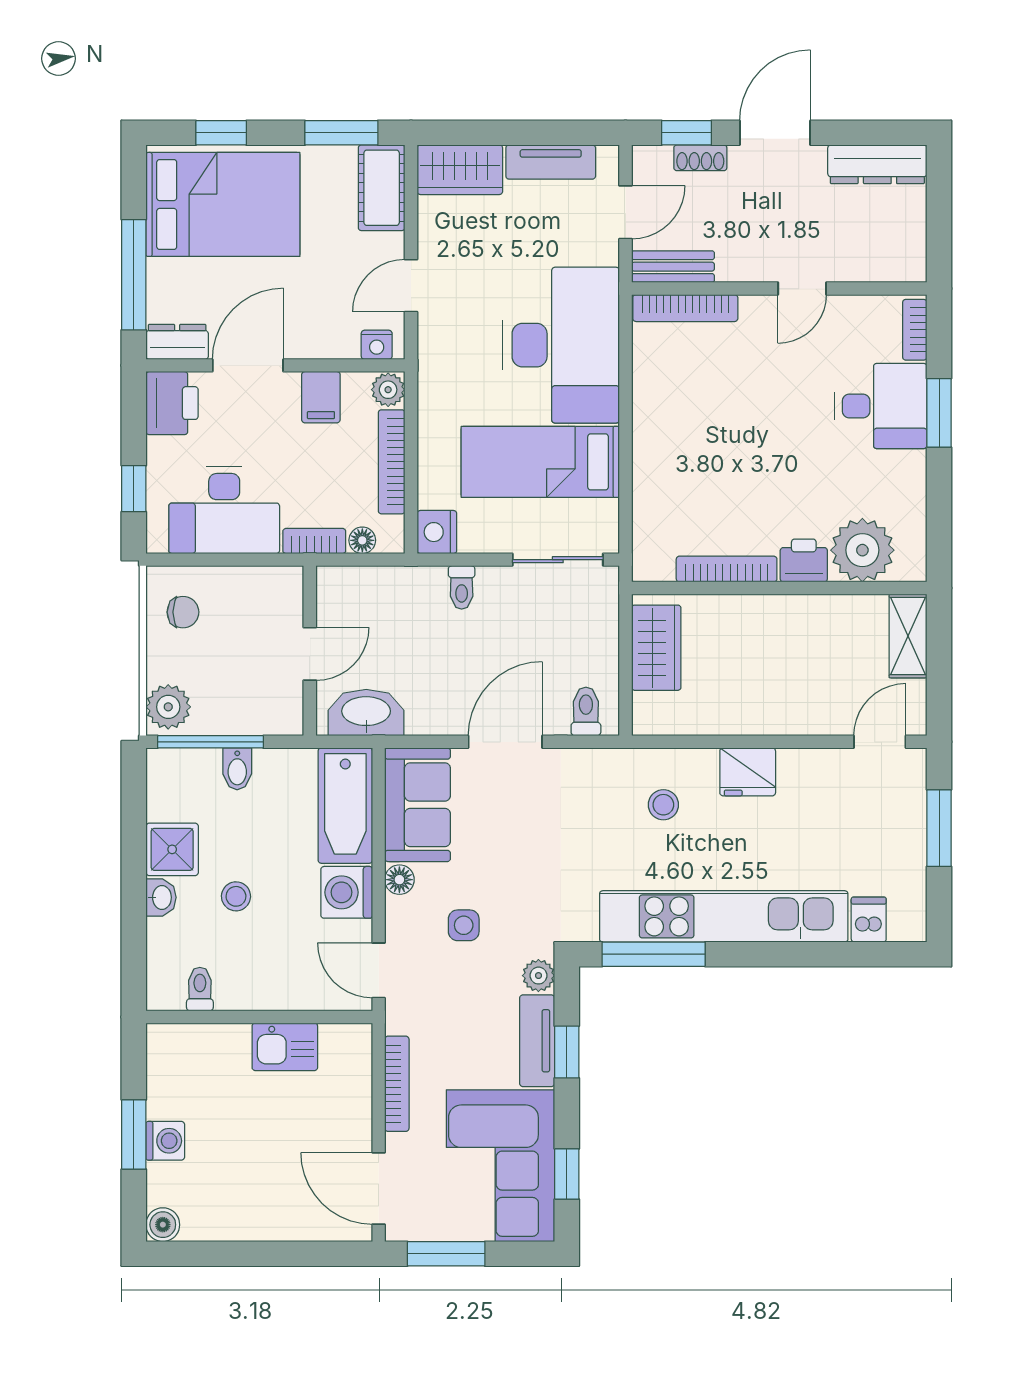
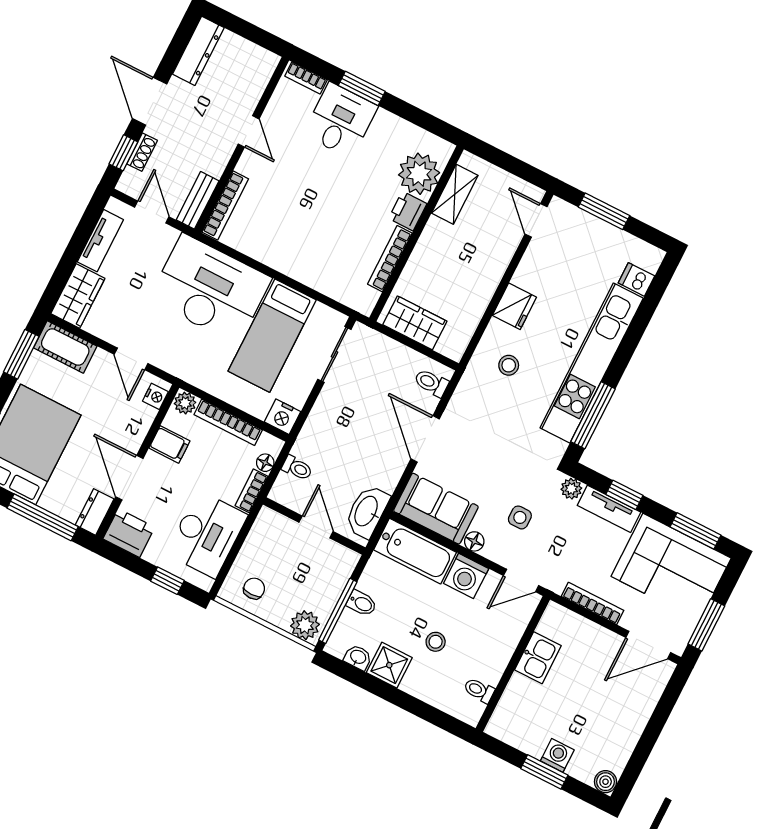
toilet: (462, 587) -> (297, 468), moved
shelving: (908, 636) -> (455, 194), moved, turned 90
washbasin: (161, 897) -> (358, 657), moved
window: (567, 1174) -> (696, 531), width x1.50

